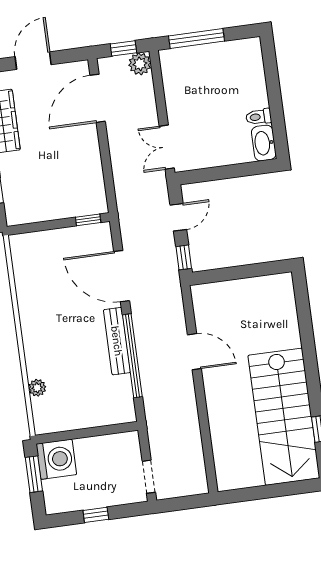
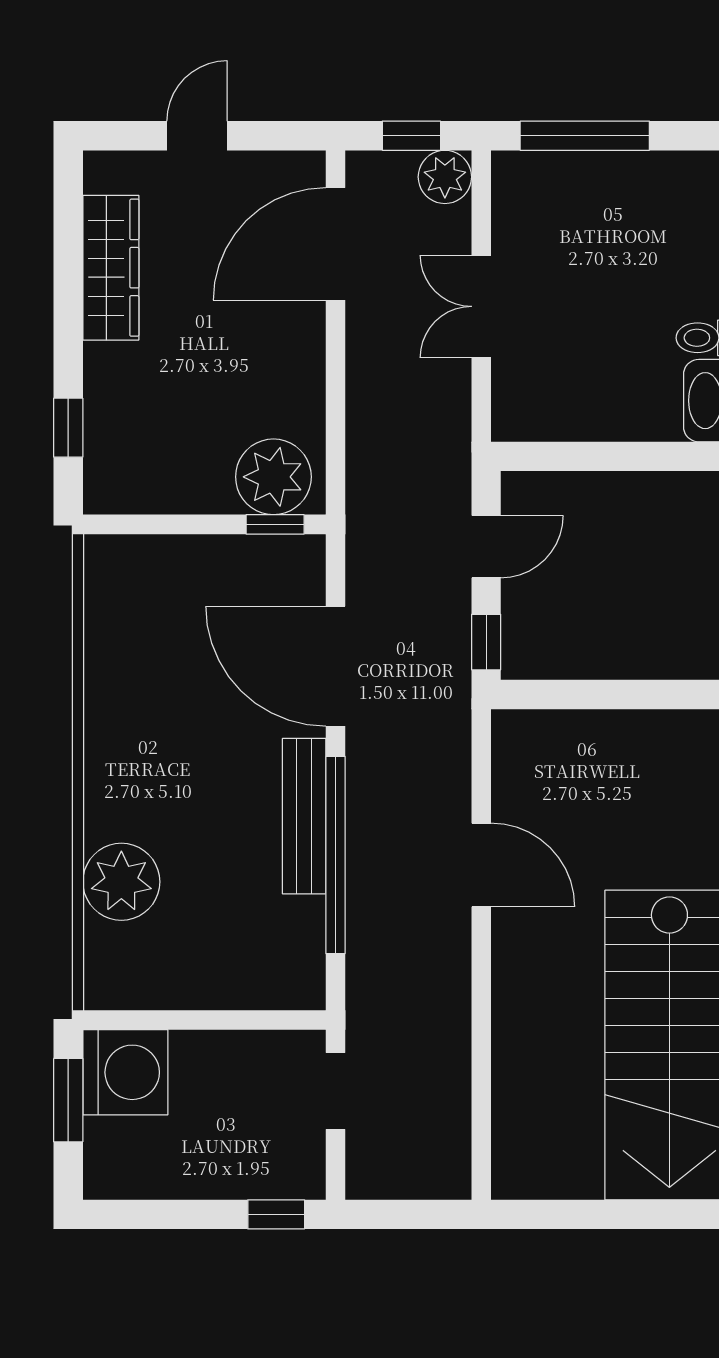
door: (33, 61) -> (197, 136), width x0.73
double door: (167, 147) -> (481, 306), moved
plant: (85, 200) -> (273, 477), added
plant: (37, 388) -> (121, 882), width x1.88, depth x1.88
doorway: (149, 477) -> (335, 1091), moved
window: (96, 515) -> (276, 1214), moved

